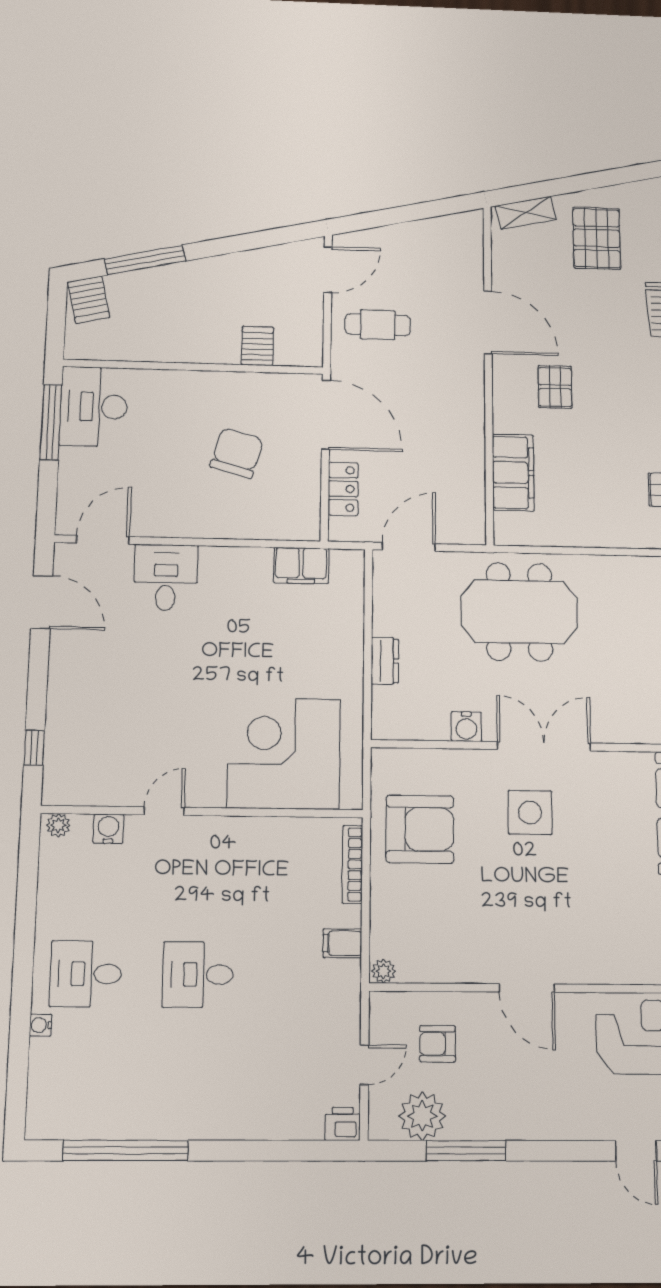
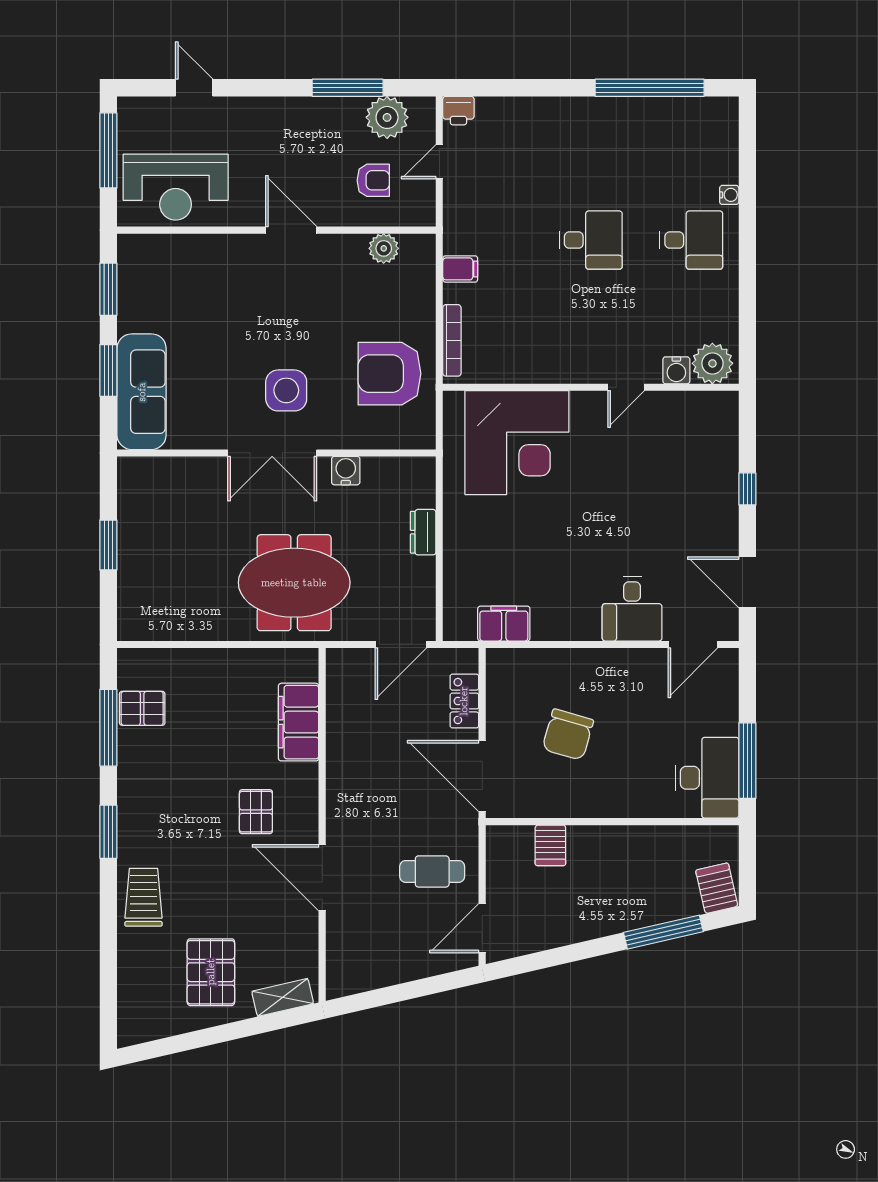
window: (34, 748) -> (747, 489), moved
plant: (58, 825) -> (712, 363), width x1.87, depth x1.87
plant: (383, 971) -> (384, 248), moved, width x1.38, depth x1.38

